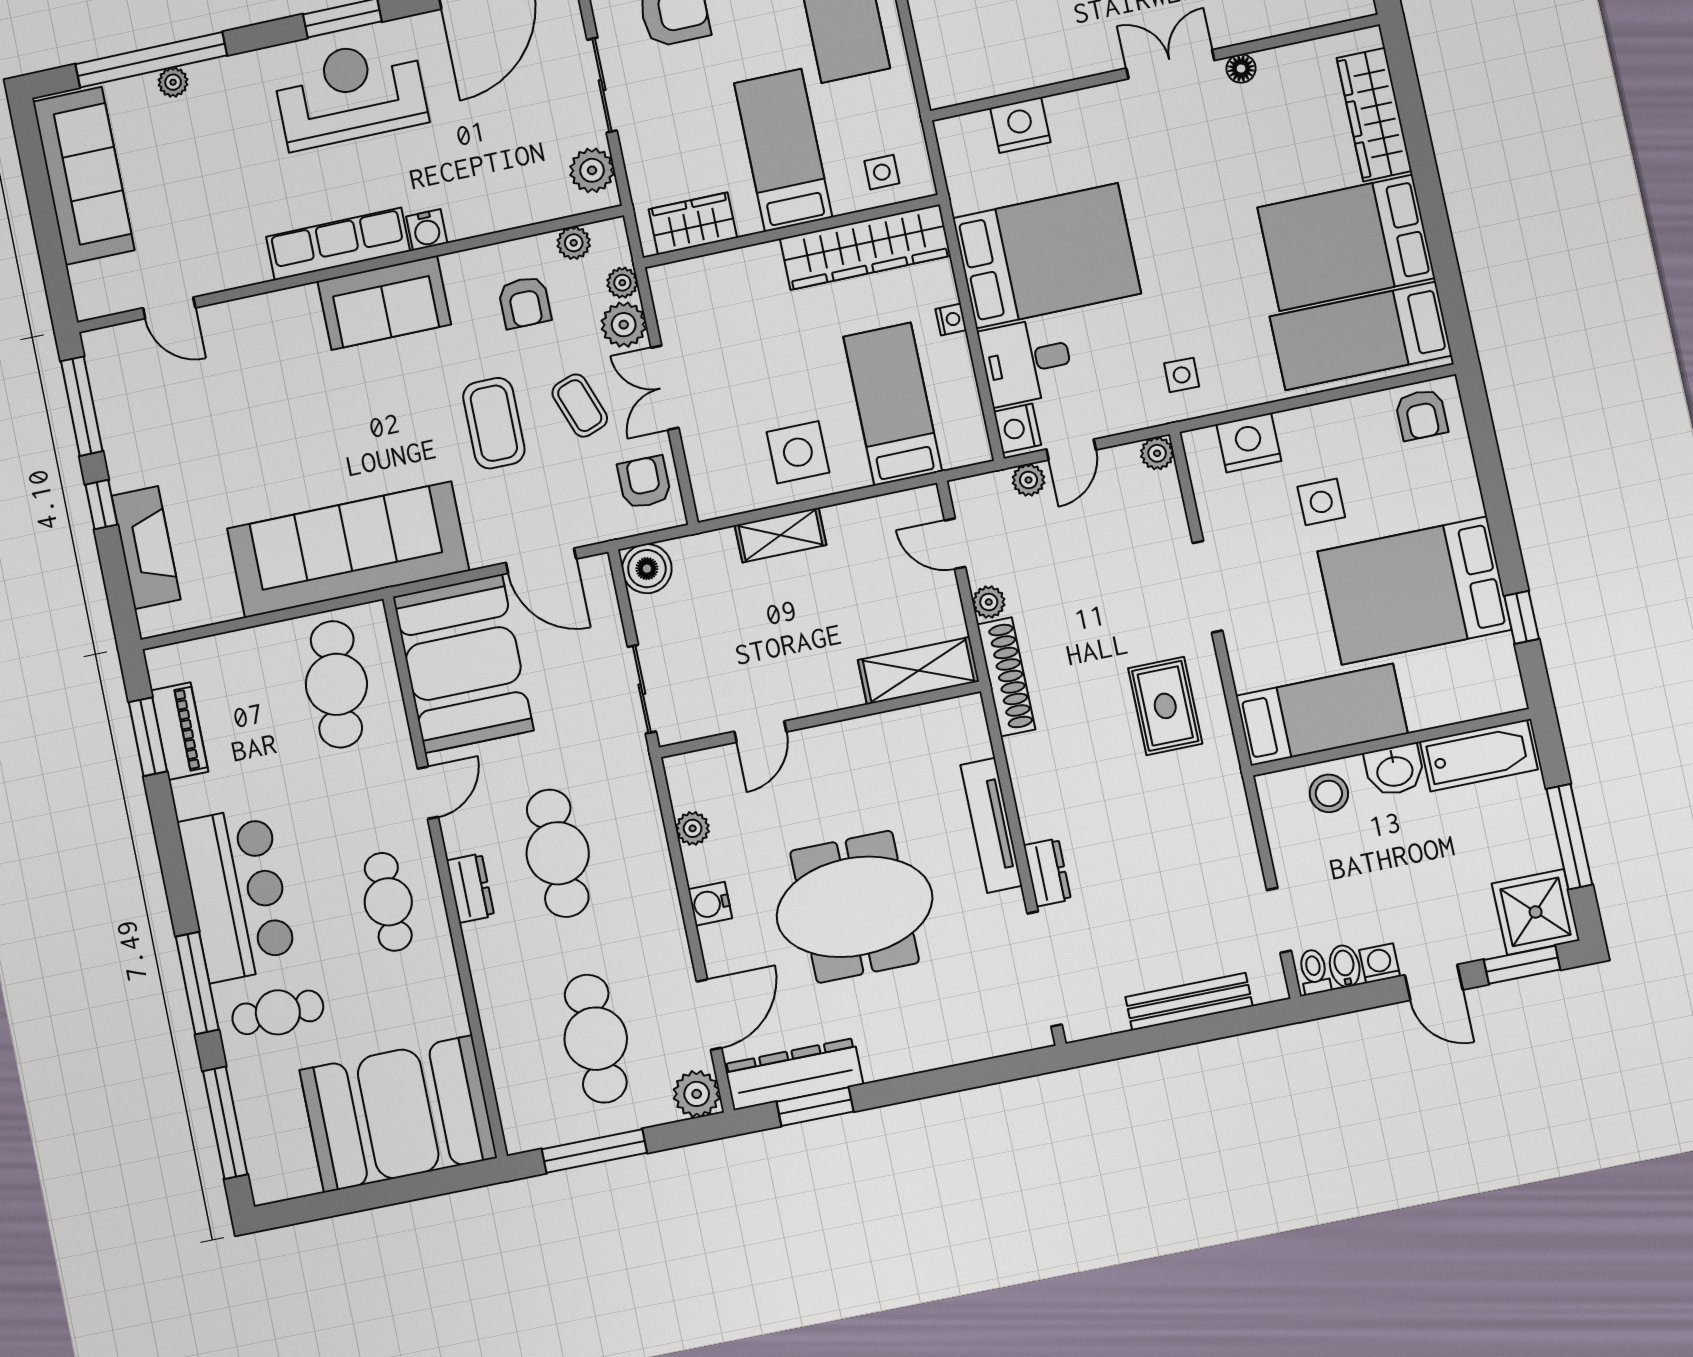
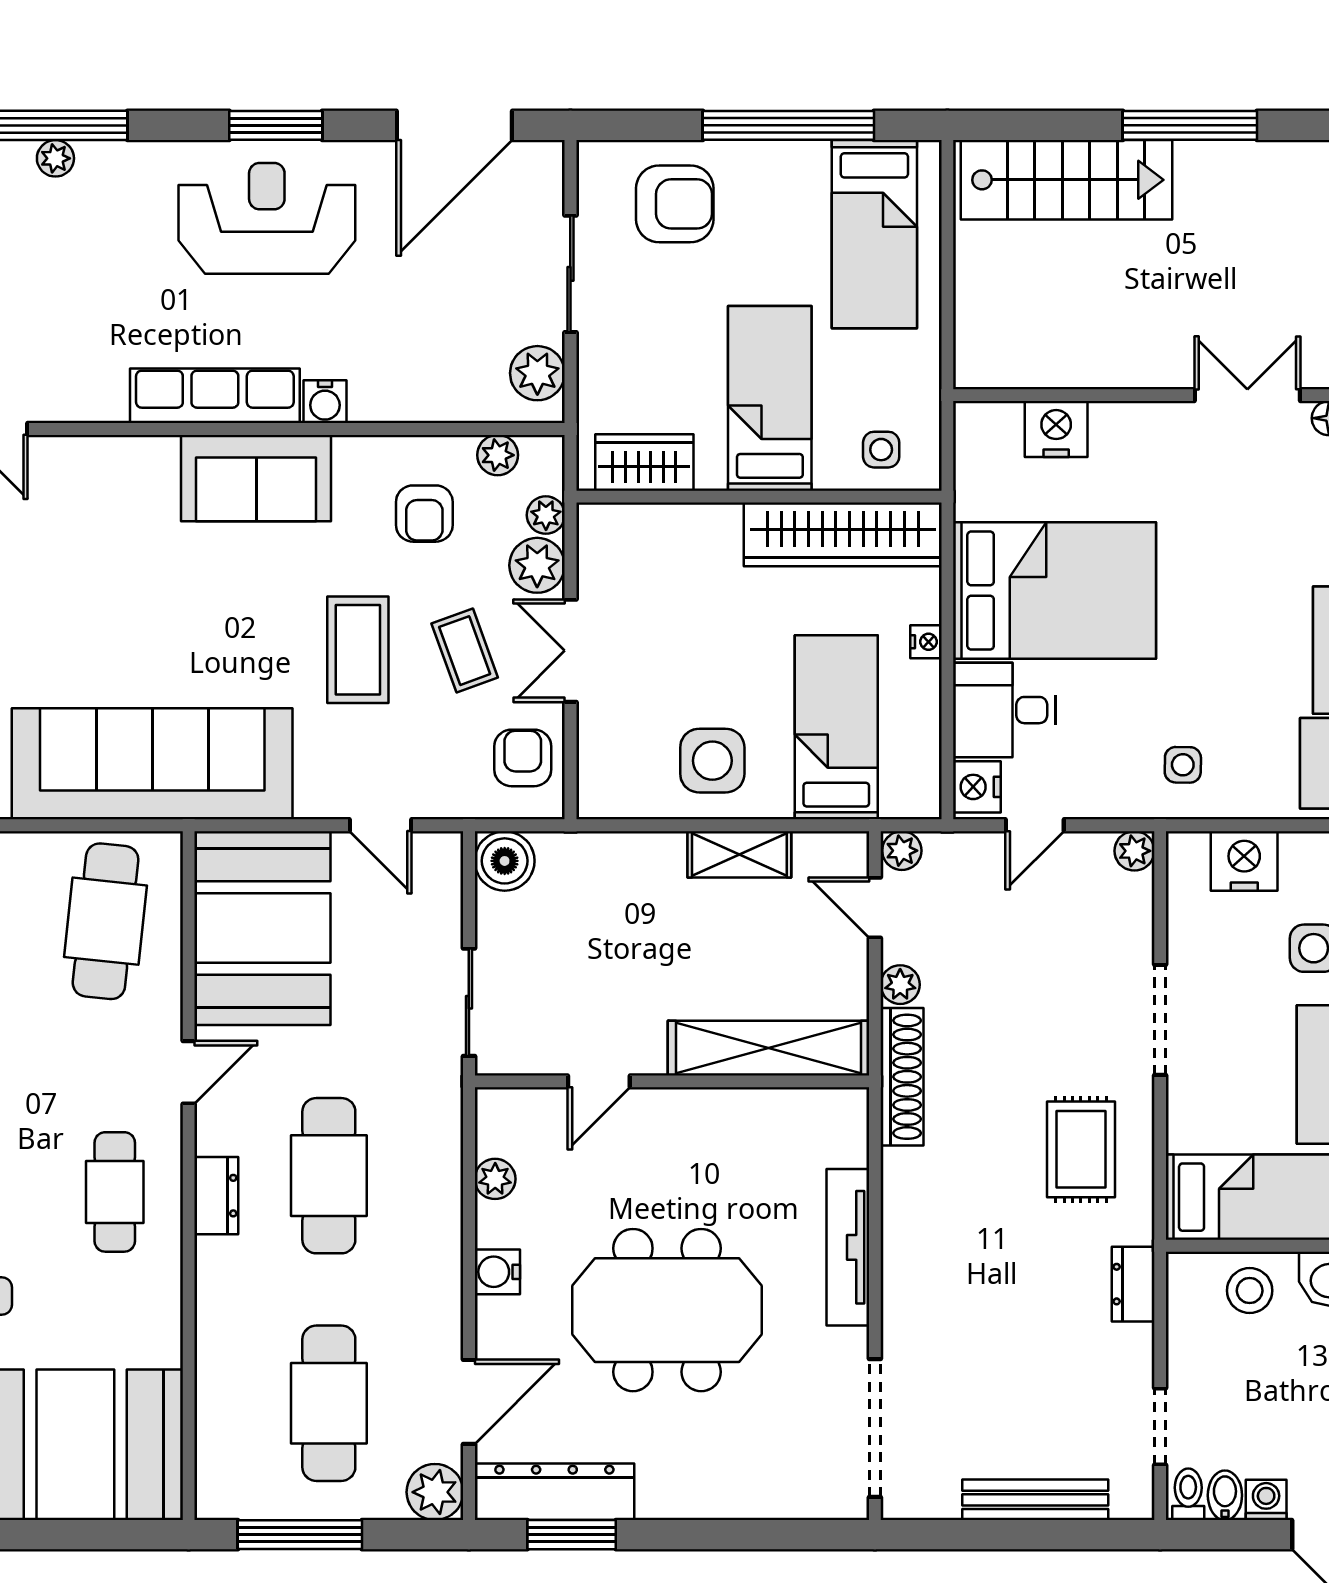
plant: (1029, 480) -> (902, 851), moved
shelving: (780, 535) -> (739, 854), moved
door: (541, 561) -> (380, 825), width x0.73
shelving: (918, 671) -> (768, 1048), width x1.47
dresser: (1047, 872) -> (1133, 1284), moved, turned 180

